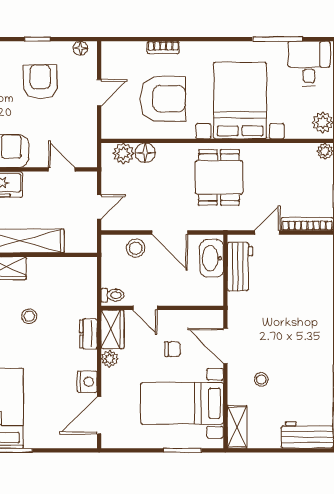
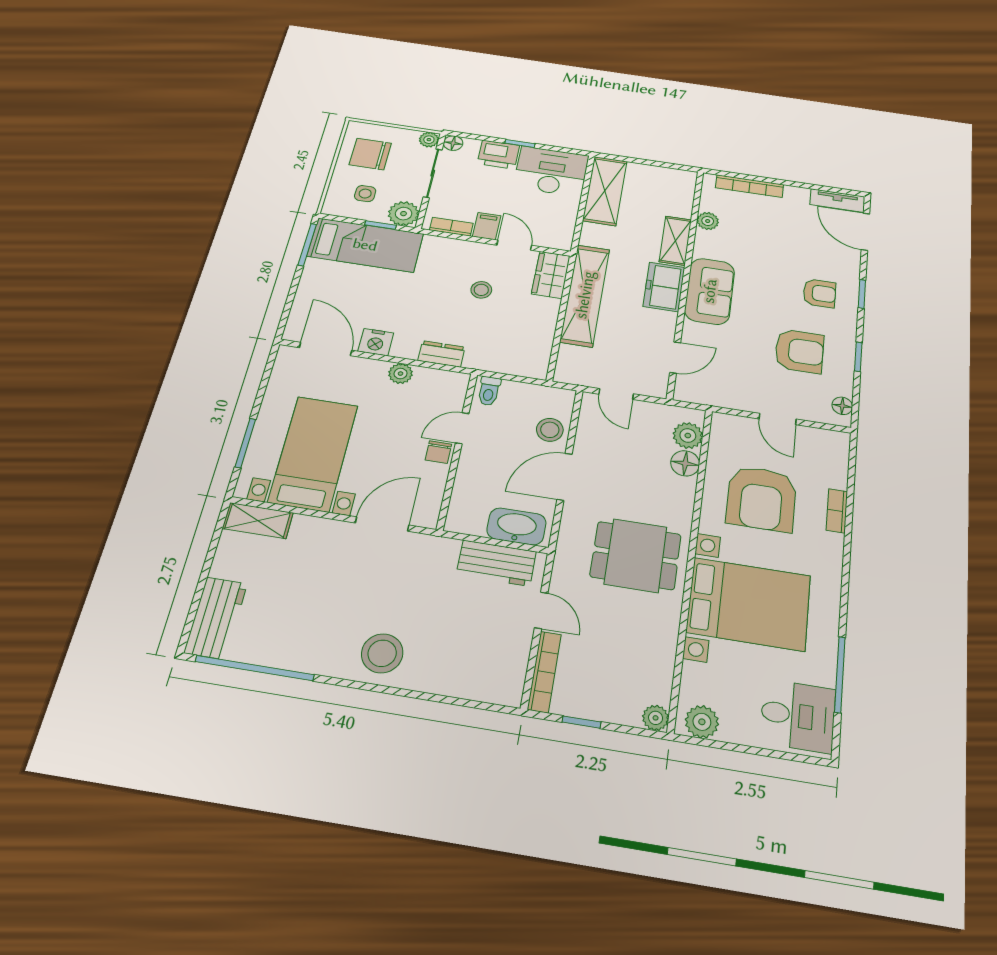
wardrobe: (112, 329) -> (441, 383), removed
chair: (173, 349) -> (438, 452), moved
stool: (261, 379) -> (382, 653), moved, width x1.89, depth x1.89

